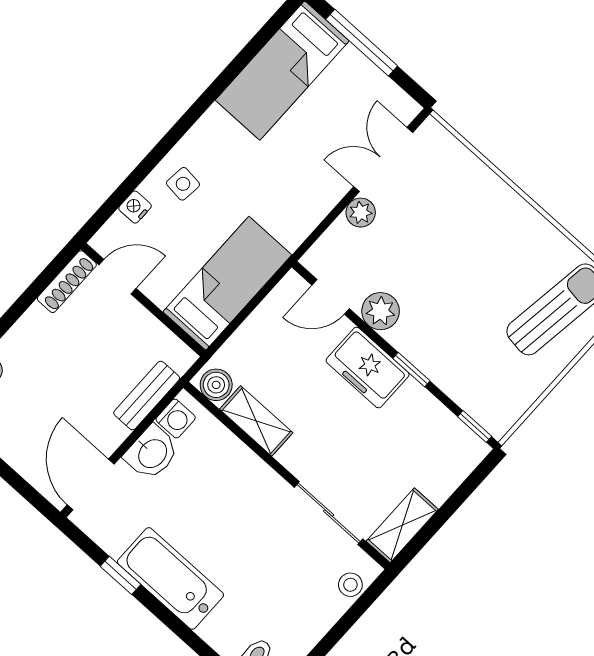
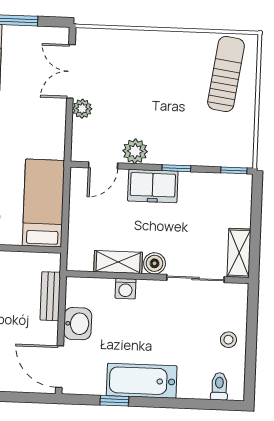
boiler: (216, 385) -> (155, 263), moved
washing machine: (176, 419) -> (125, 289), moved, turned 90
stool: (350, 585) -> (228, 340), moved

